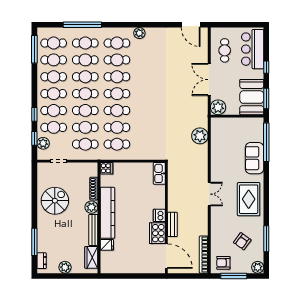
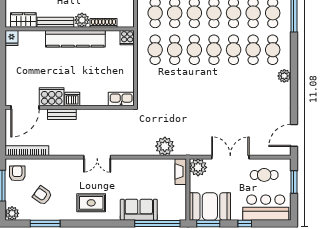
window: (231, 25) -> (294, 182), added
fireplace: (222, 122) -> (181, 172), added
rug: (249, 199) -> (91, 203), width x0.73, depth x0.70
fridge: (107, 245) -> (11, 38), moved

